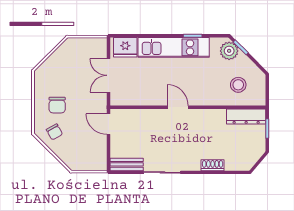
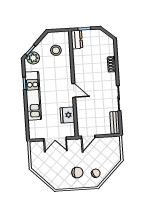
fridge: (125, 47) -> (67, 115), moved, turned 180
door: (178, 107) -> (74, 90), swing flipped
dresser: (246, 116) -> (77, 40), width x0.70

